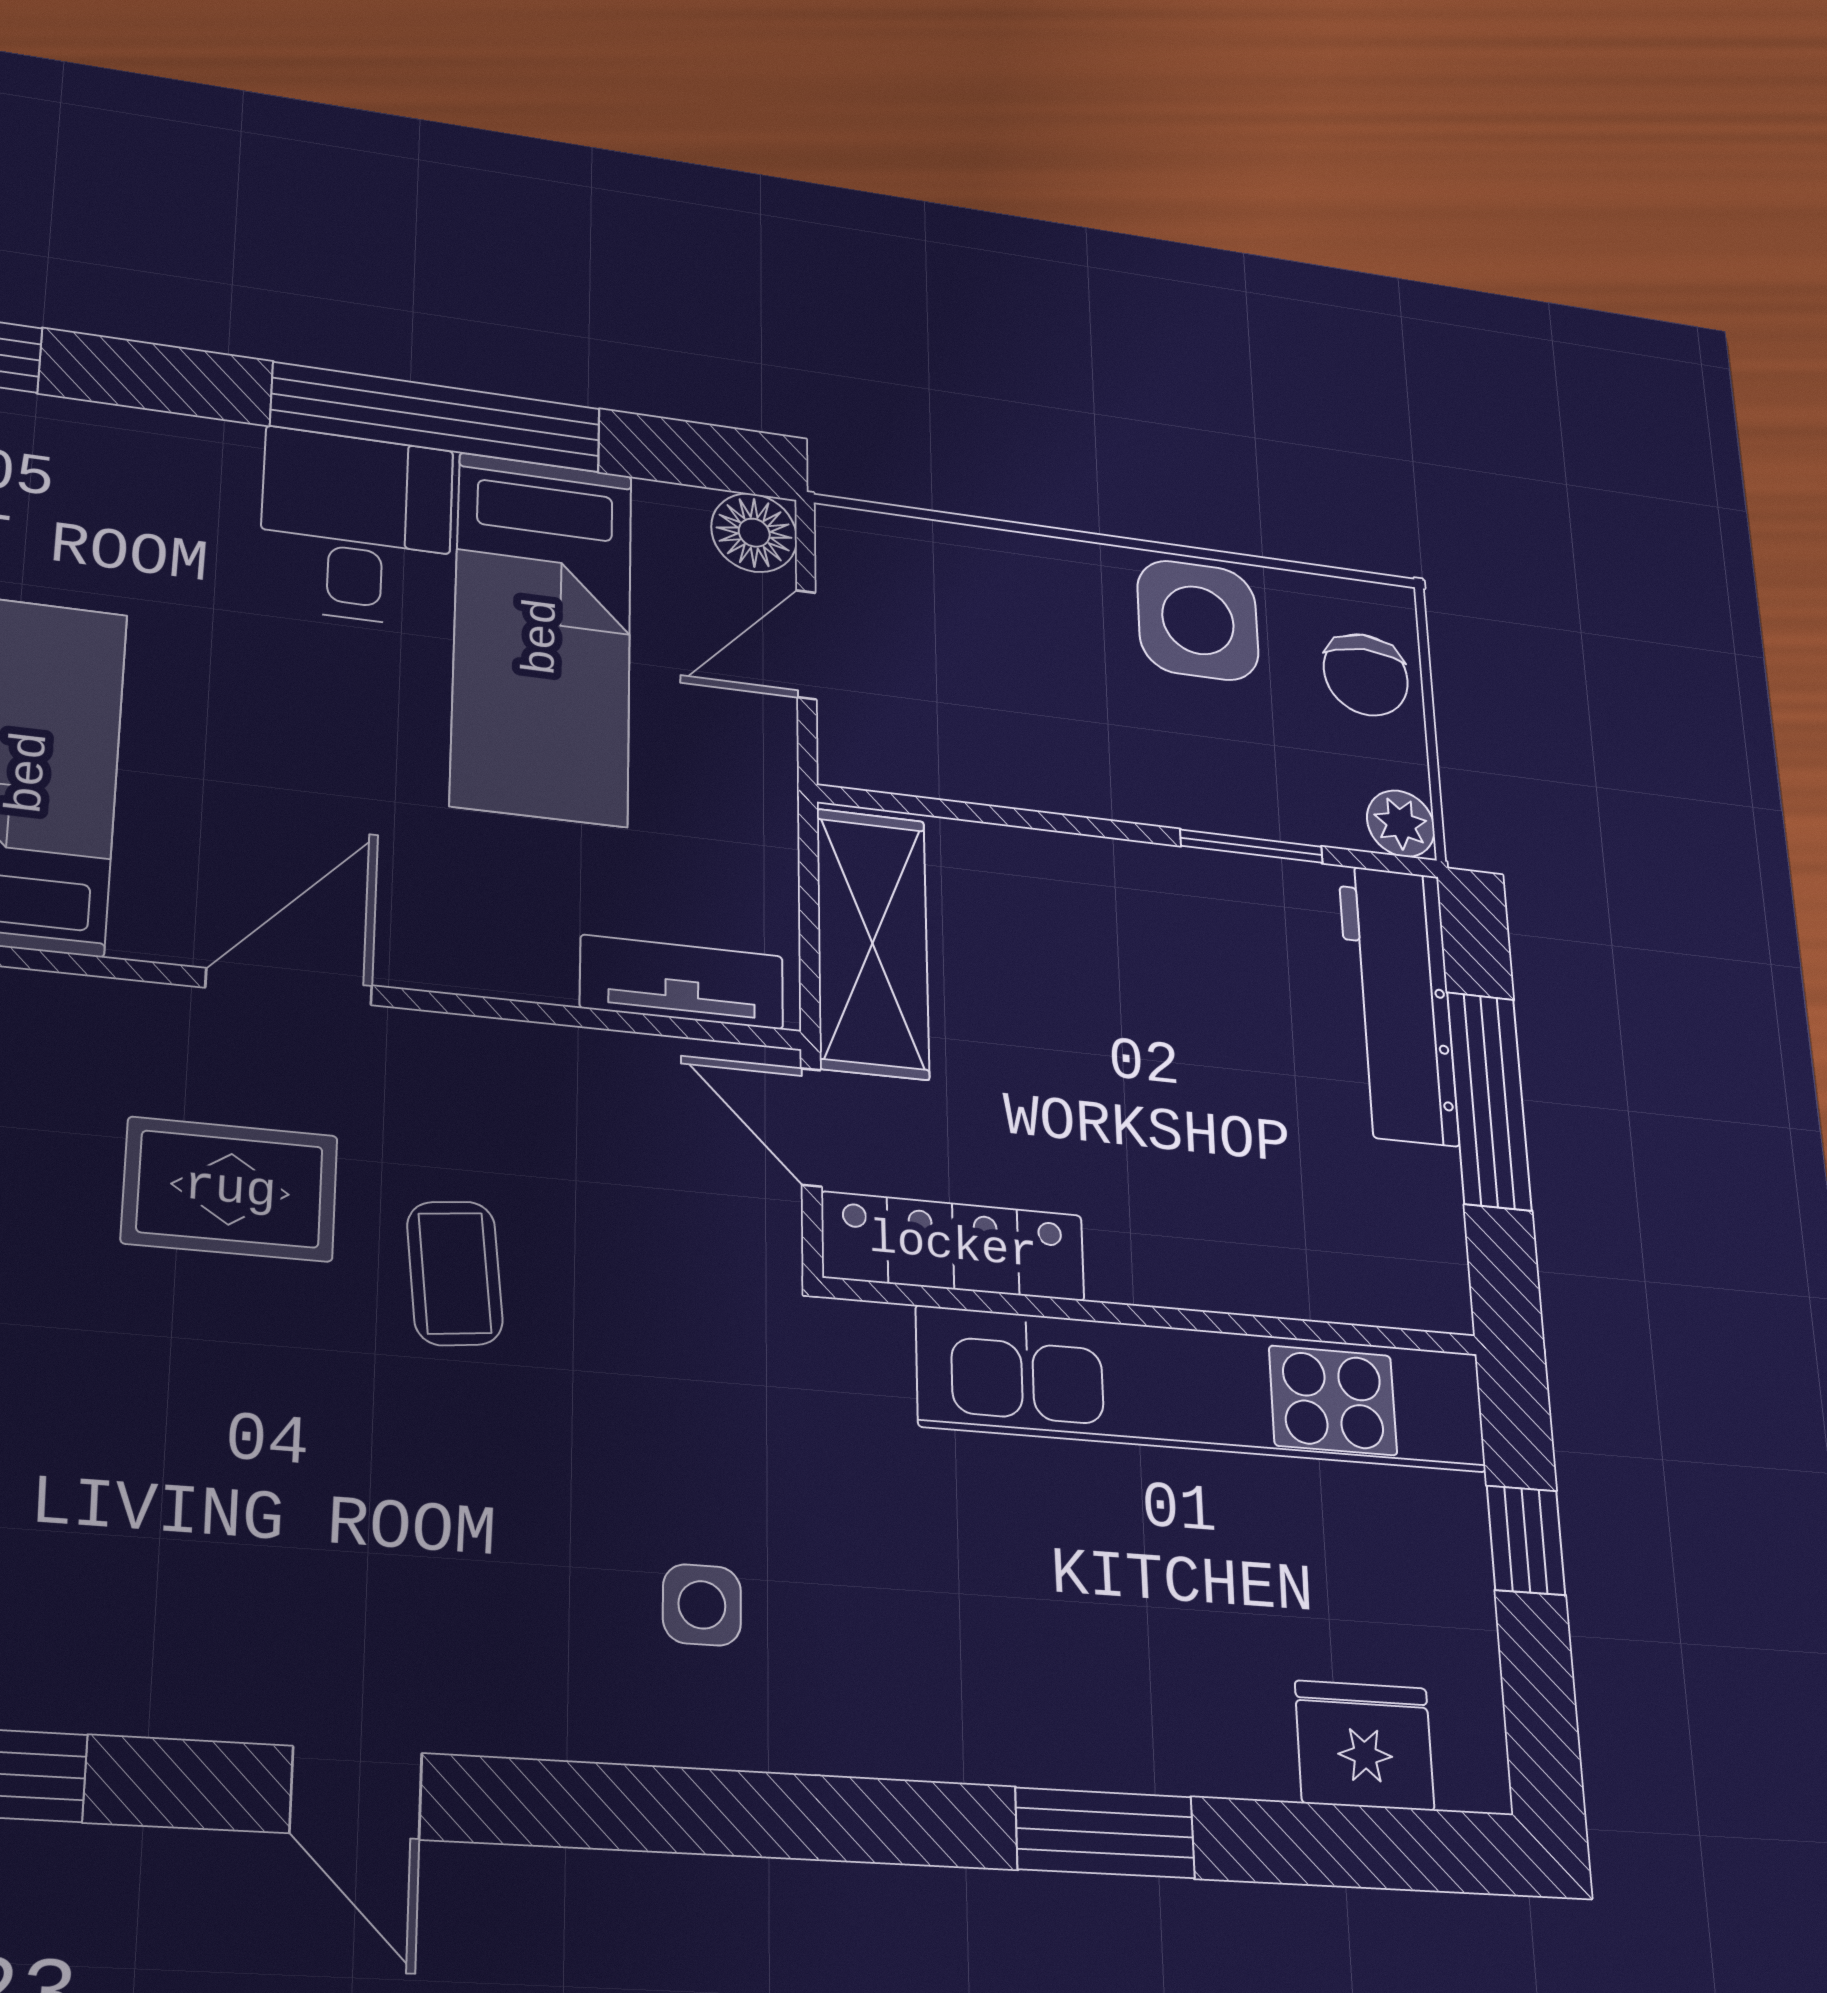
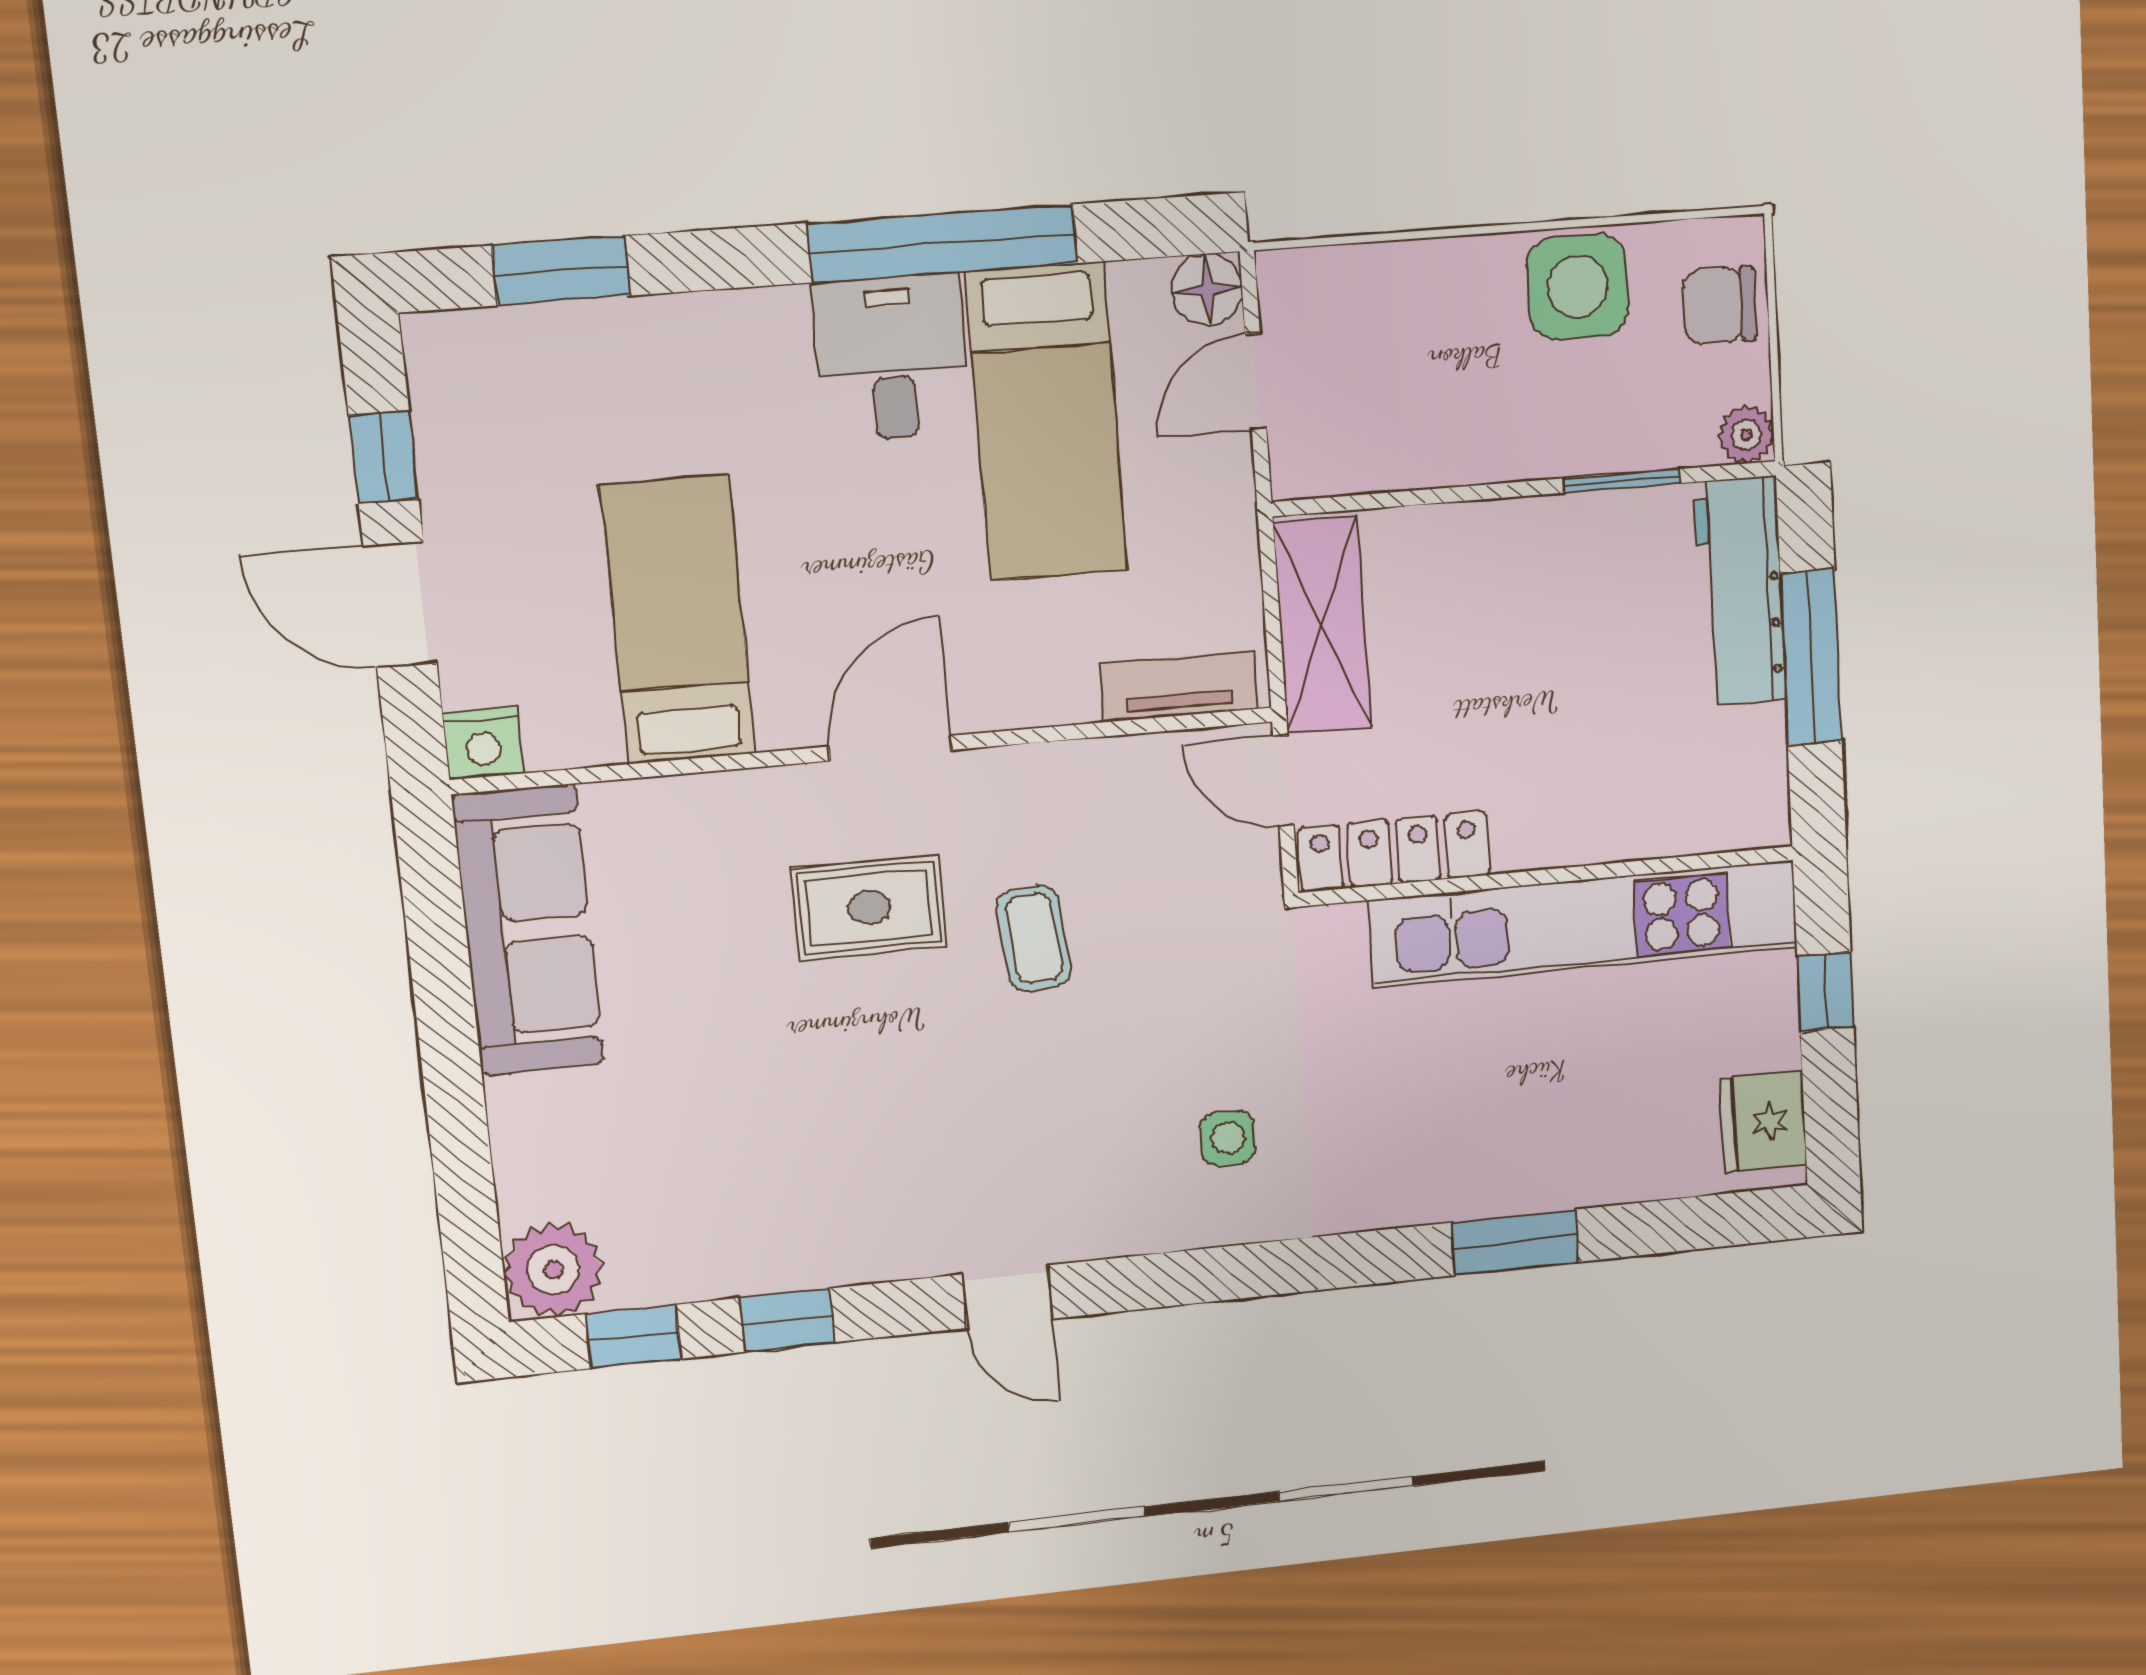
chair: (1366, 675) -> (1720, 306), turned 90
fridge: (1365, 1745) -> (1763, 1122), moved, turned -90

